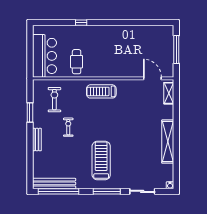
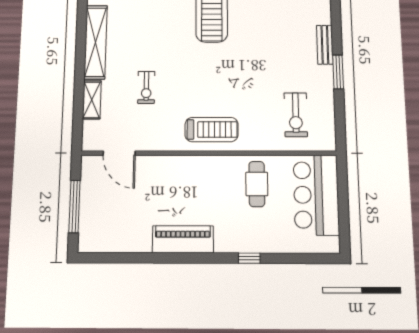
piano: (117, 32) -> (183, 239), added
shelving: (169, 93) -> (92, 100), moved
window: (30, 113) -> (338, 72), moved
exercise bike: (68, 127) -> (146, 87), moved

